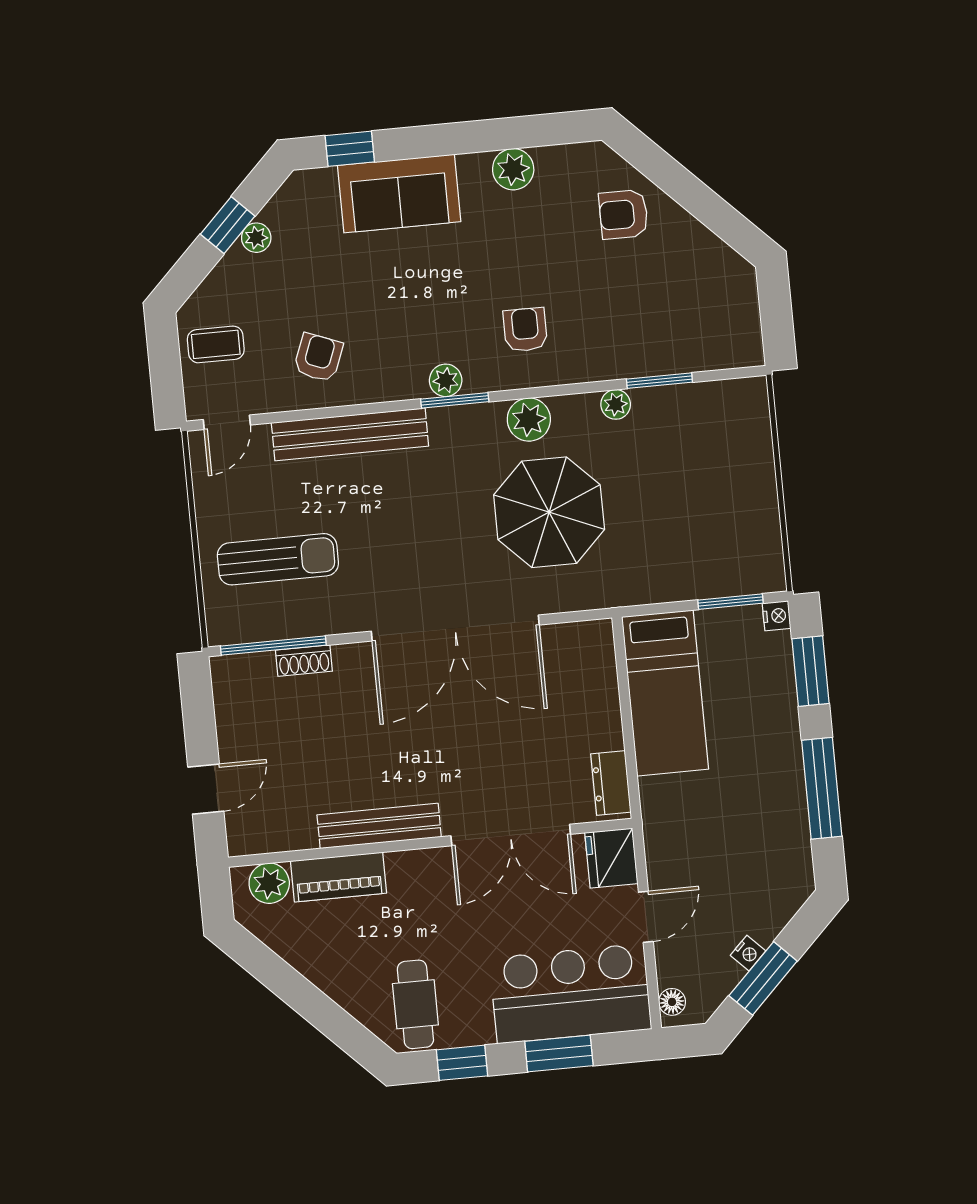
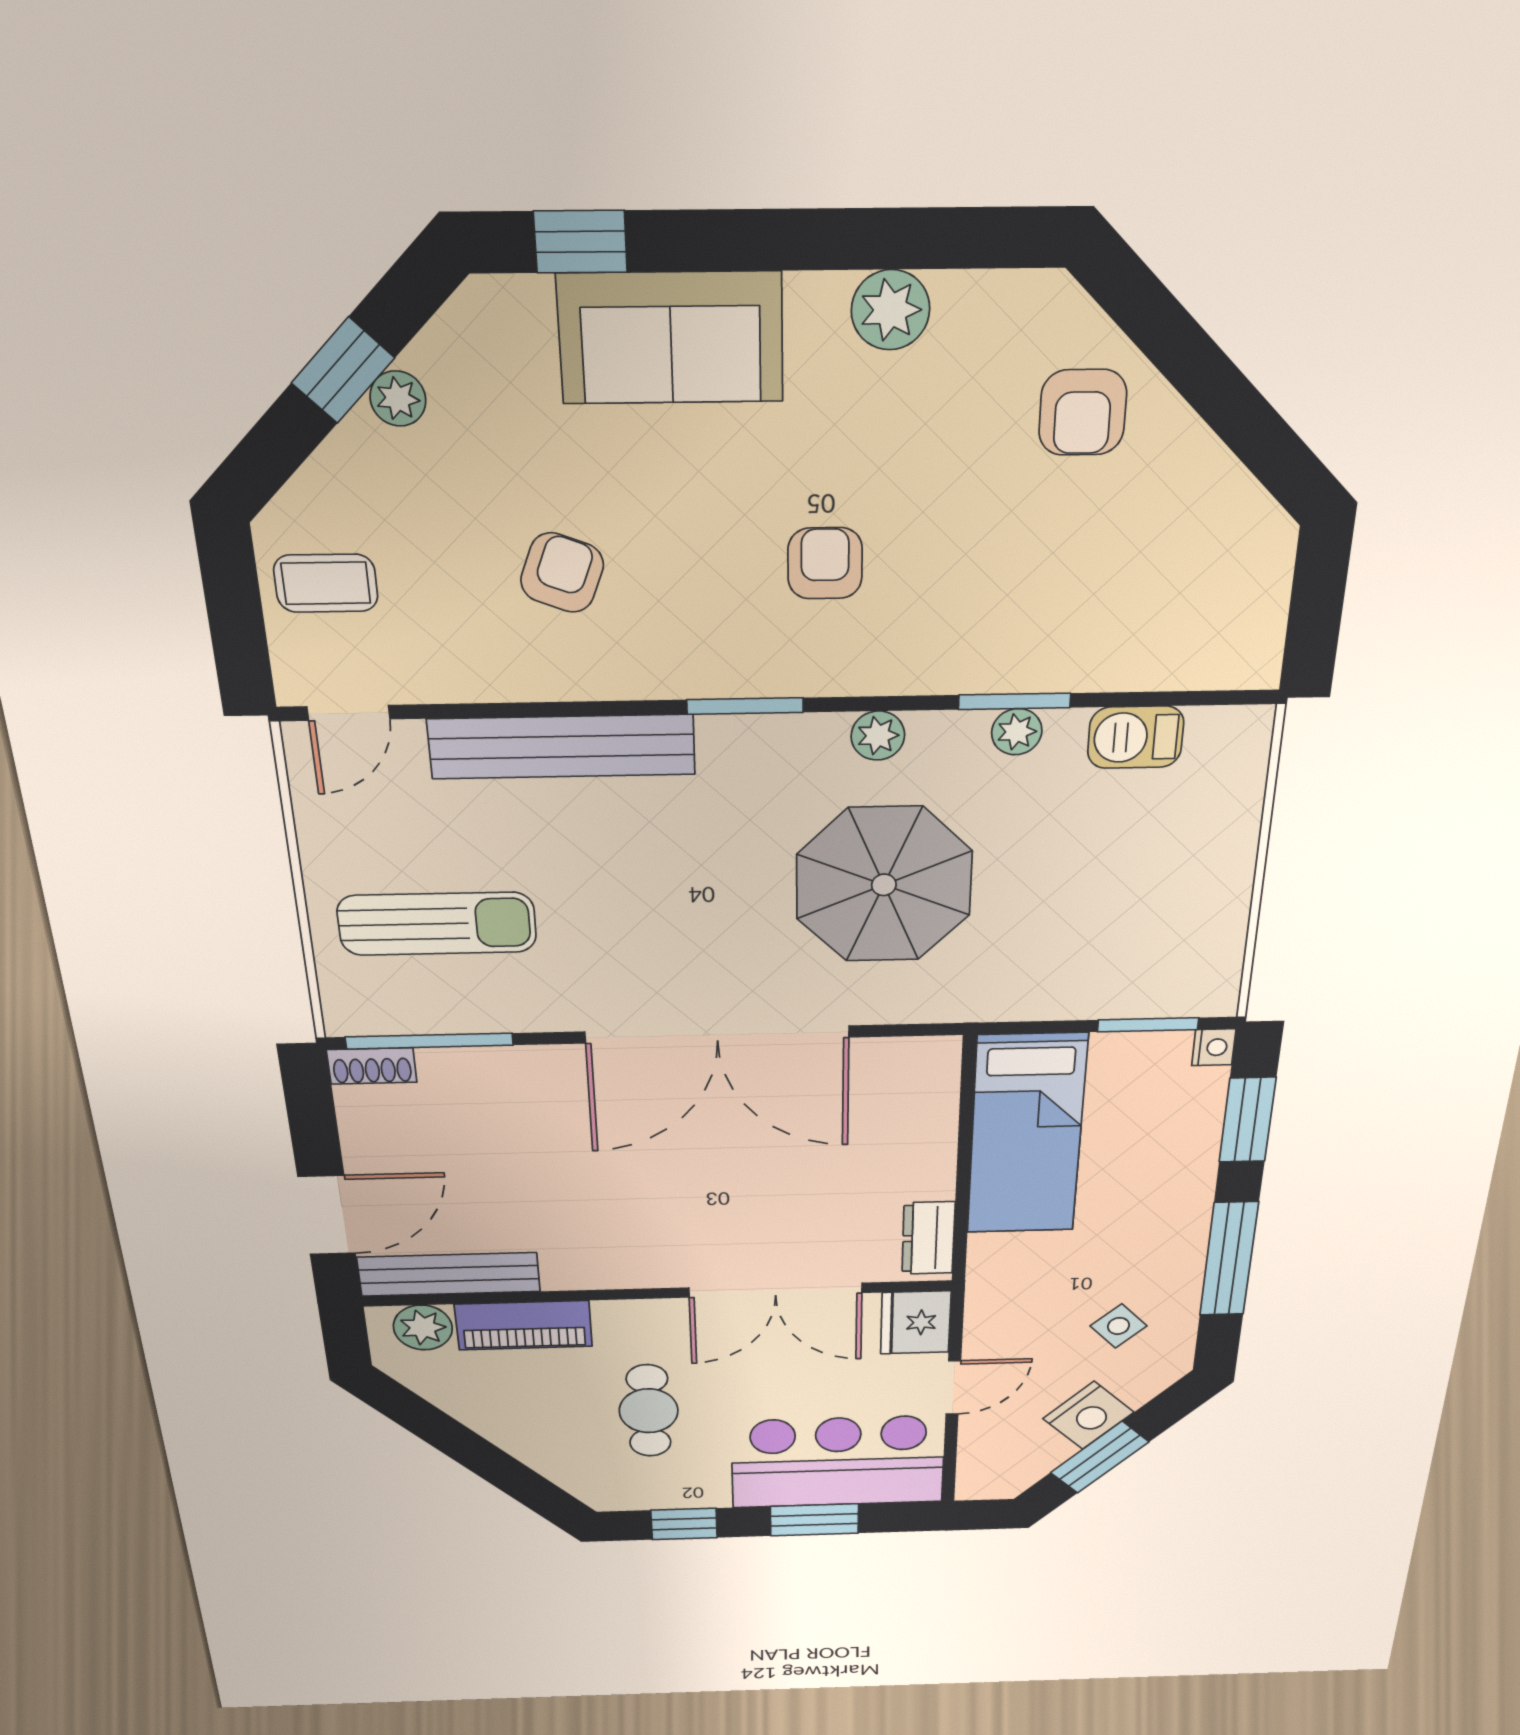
armchair: (624, 214) -> (1083, 412), turned -90
armchair: (525, 330) -> (825, 563), moved
armchair: (318, 357) -> (562, 573), moved
plant: (446, 380) -> (732, 673), removed
window: (659, 381) -> (1015, 701), moved
barbecue: (687, 403) -> (1136, 737), added
plant: (529, 420) -> (878, 736), width x0.73, depth x0.73
shoe rack: (304, 661) -> (372, 1066), moved
door: (206, 789) -> (327, 1215), width x1.38
bench: (379, 826) -> (449, 1274), moved
side table: (755, 853) -> (1119, 1326), added
nightstand: (748, 953) -> (1088, 1415), width x1.89, depth x1.79
floor lamp: (672, 1002) -> (973, 1476), removed
cafe table: (415, 1004) -> (649, 1411), moved

